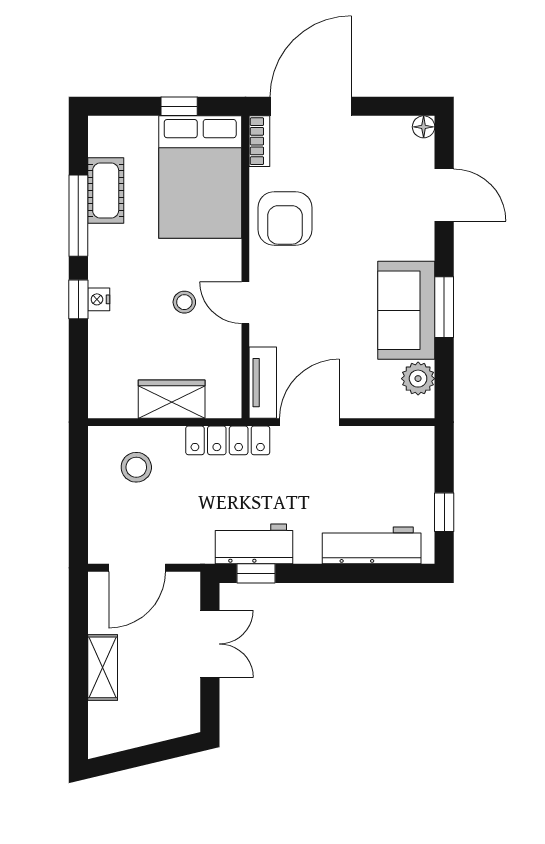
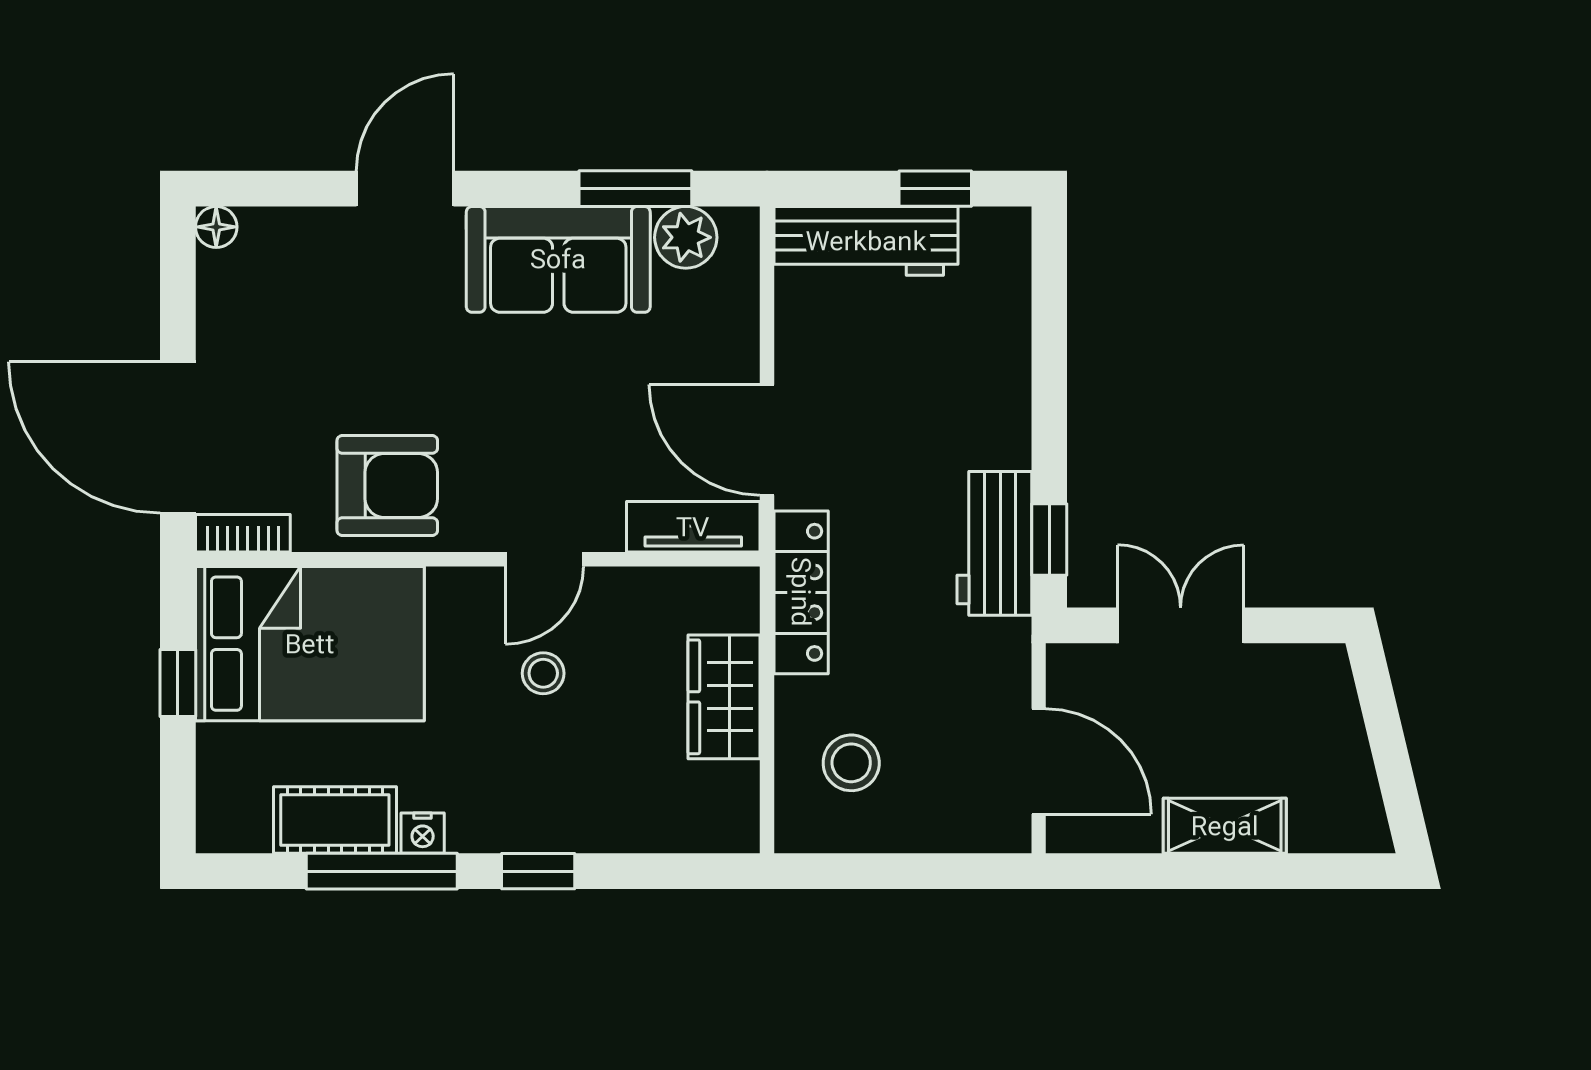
door: (444, 195) -> (405, 189), moved
nightstand: (99, 299) -> (423, 833), moved
window: (444, 307) -> (635, 189), moved
workbench: (372, 545) -> (866, 241), moved, turned -90

